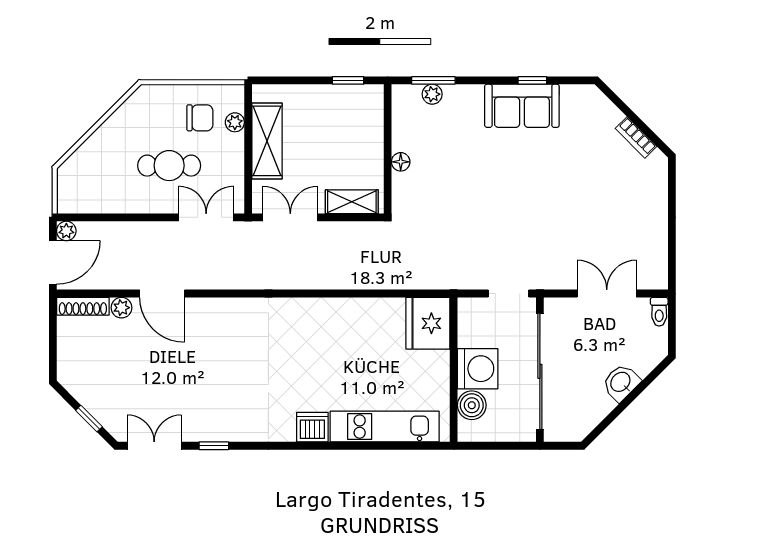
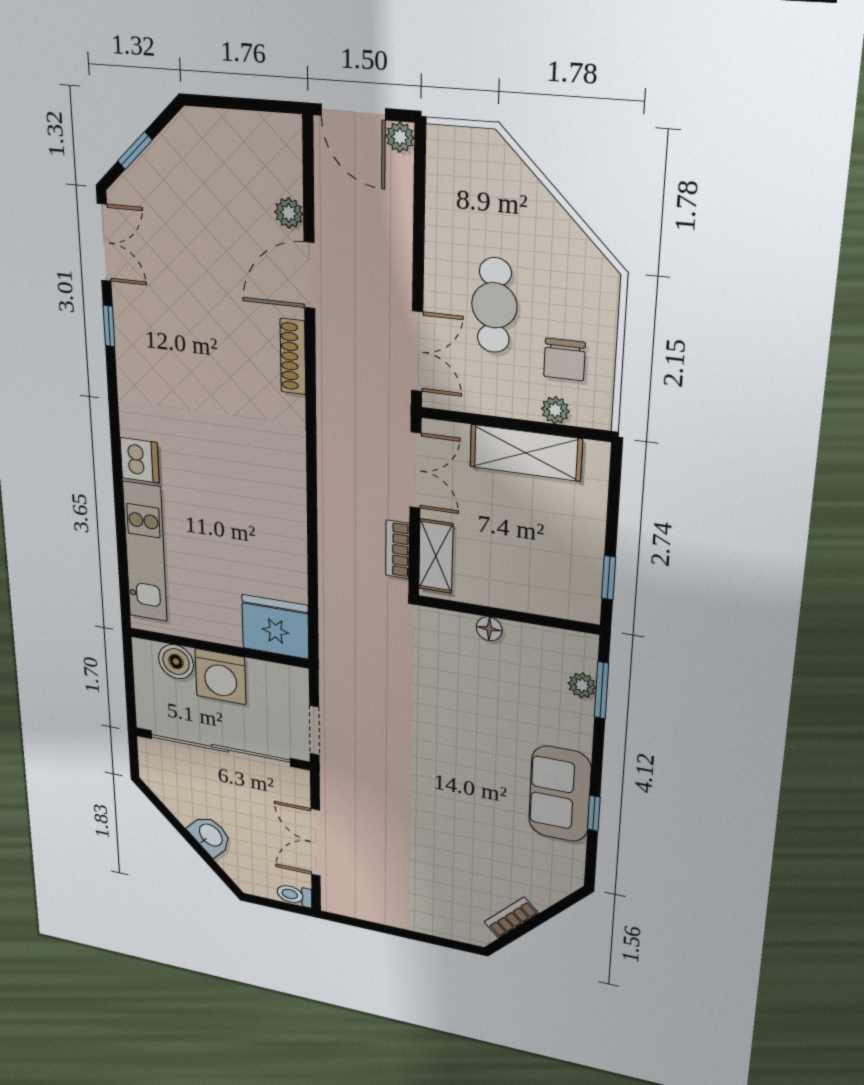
bookcase: (351, 230) -> (398, 549), added
double door: (607, 294) -> (316, 843), swing flipped
shoe rack: (83, 306) -> (293, 357), moved

